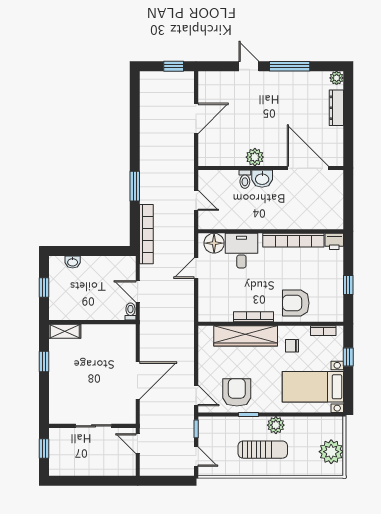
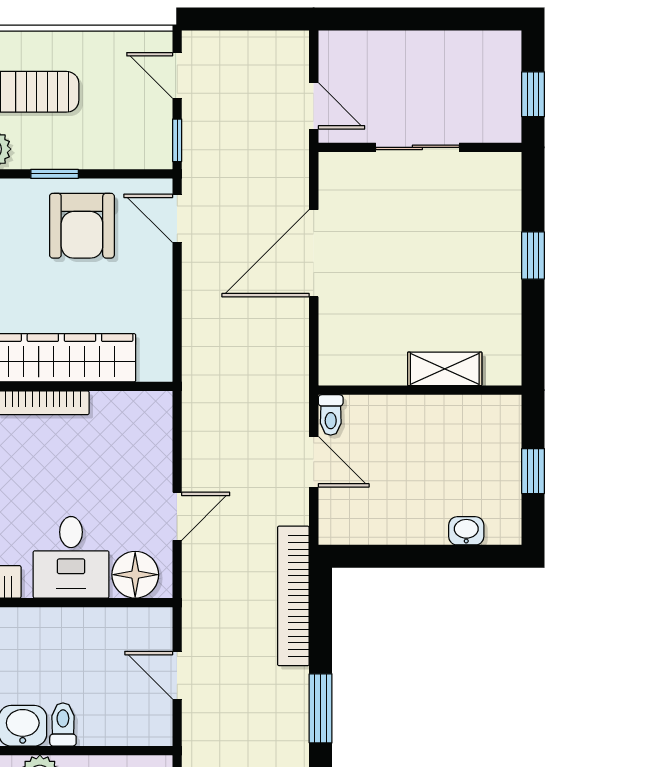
shelving: (65, 331) -> (445, 369), moved
window: (44, 362) -> (533, 256), moved

